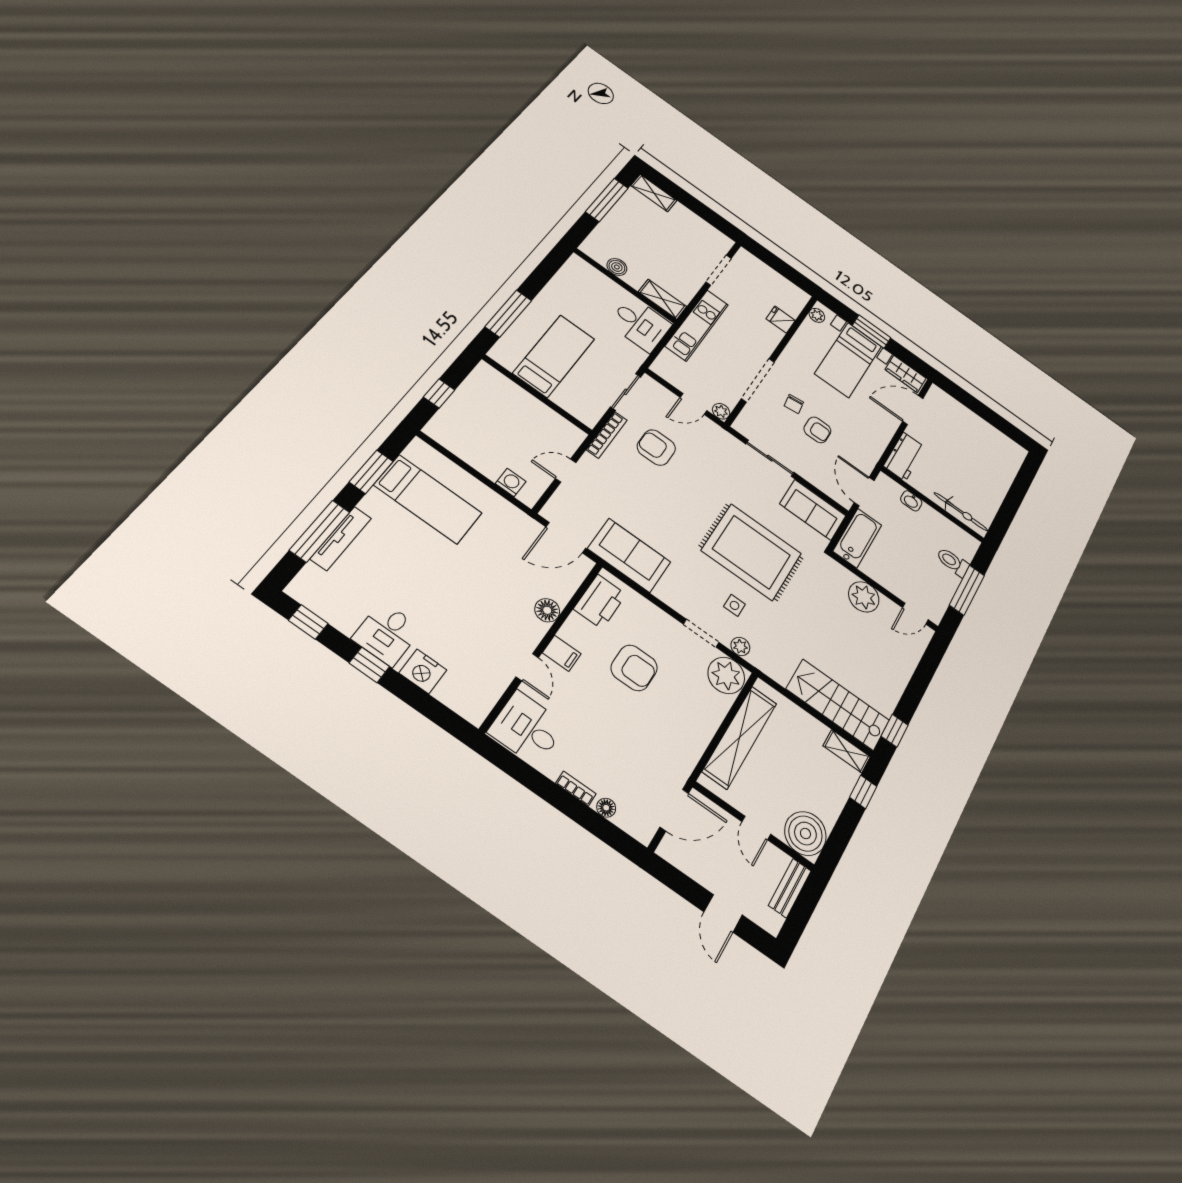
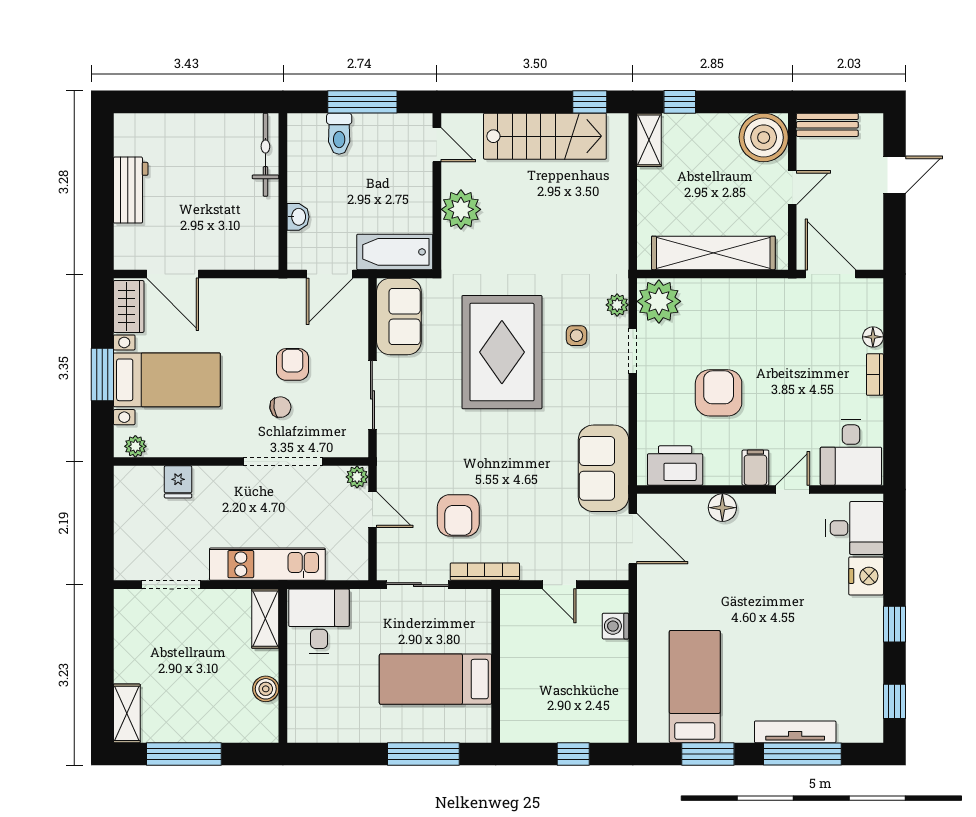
workbench: (904, 457) -> (131, 190), moved, turned 90
desk: (387, 634) -> (855, 528), moved
stairs: (838, 705) -> (545, 136), moved, turned -90

